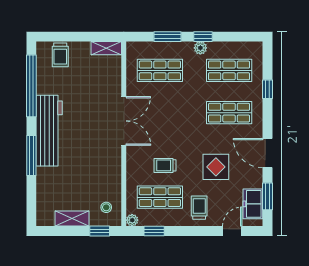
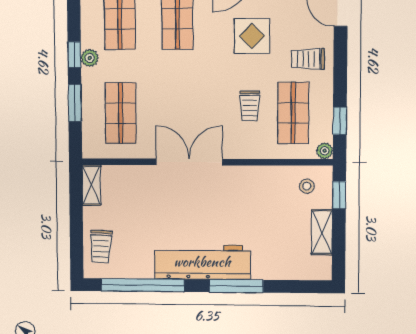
trolley: (60, 55) -> (101, 247), turned 93

